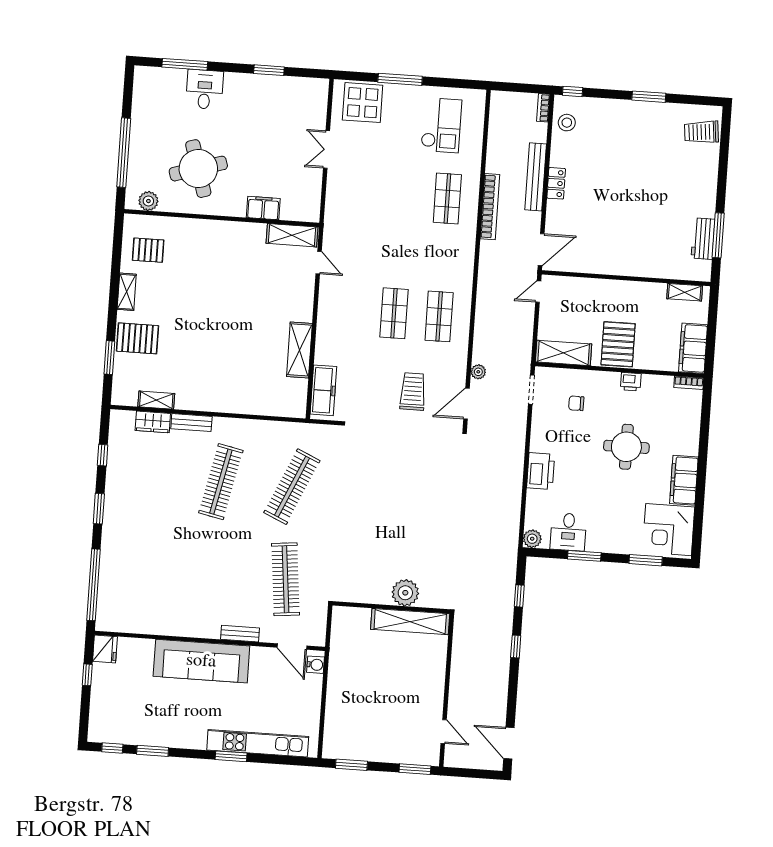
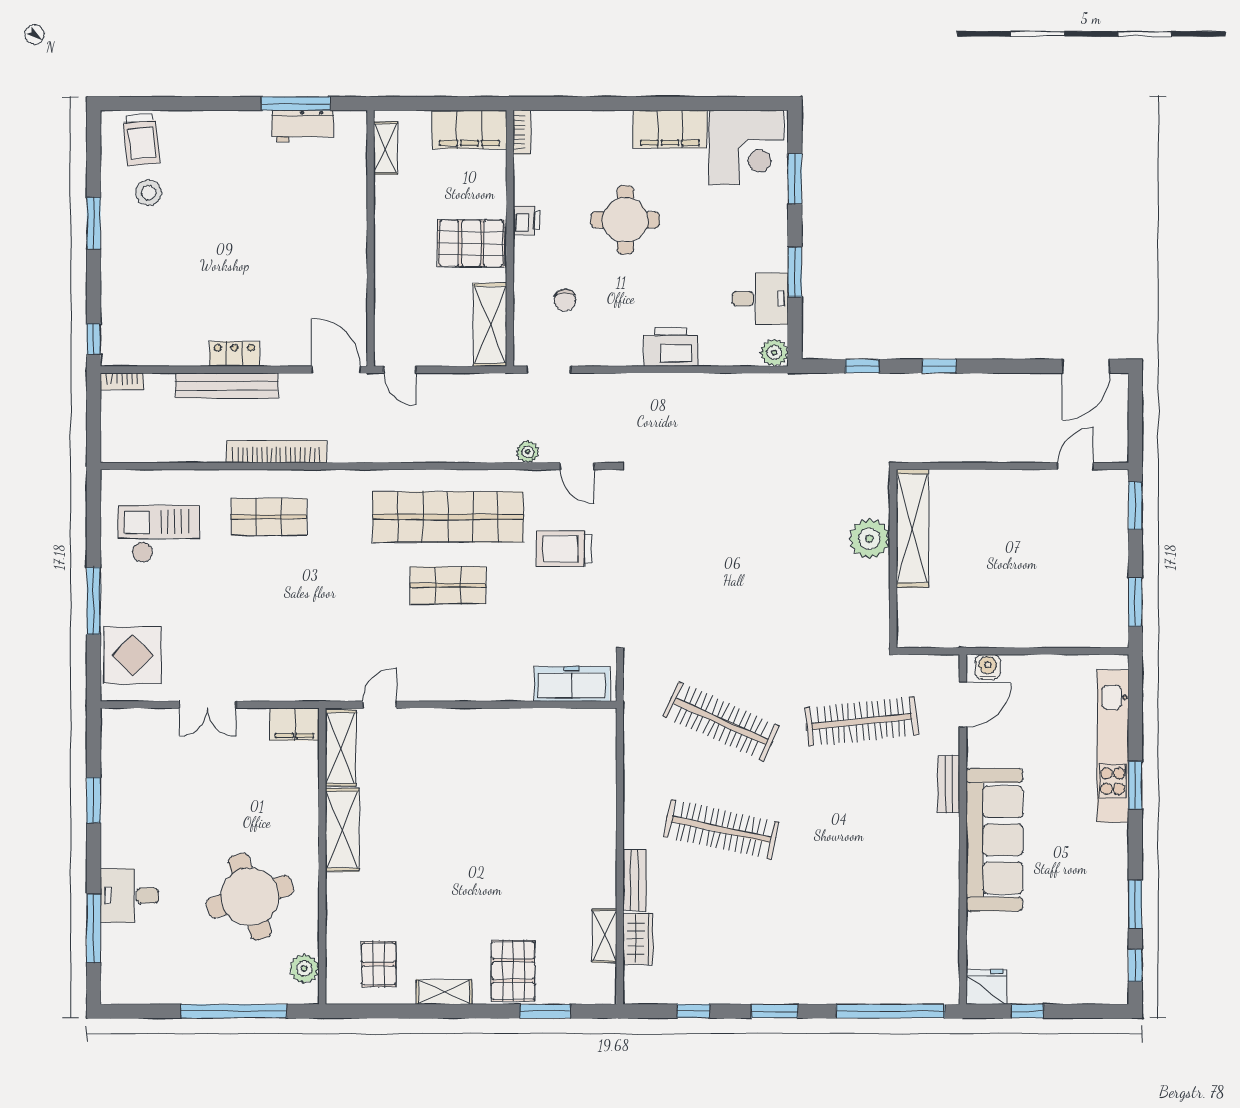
stool: (567, 123) -> (149, 193), moved
filing cabinet: (263, 208) -> (294, 724), moved, turned -90
shop shelf: (439, 316) -> (448, 517), width x2.00, depth x1.36
shelving: (299, 350) -> (342, 830), moved, turned 90
door: (467, 404) -> (577, 466), width x0.73

